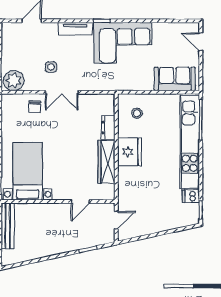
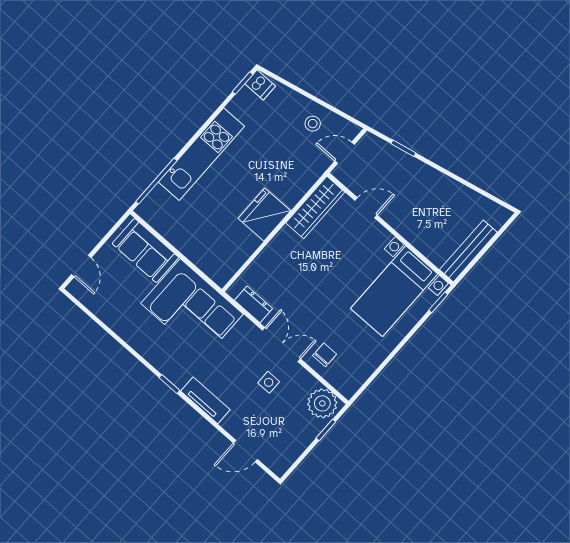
corner sofa: (123, 43) -> (192, 309), moved, turned 180
stool: (137, 113) -> (313, 124), moved
dresser: (108, 127) -> (254, 304), moved, turned -90
kitchen unit: (190, 142) -> (201, 154), width x0.73
wardrobe: (106, 162) -> (315, 207), moved
dishwasher: (191, 196) -> (260, 85), moved

